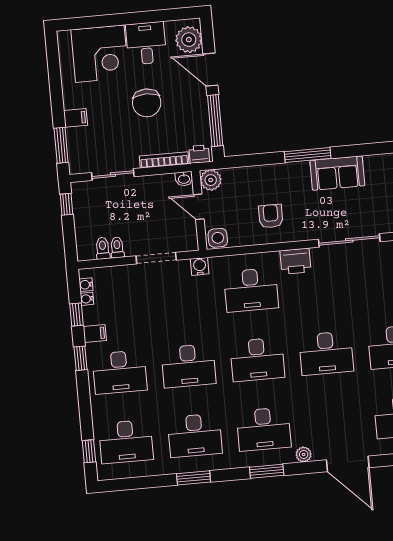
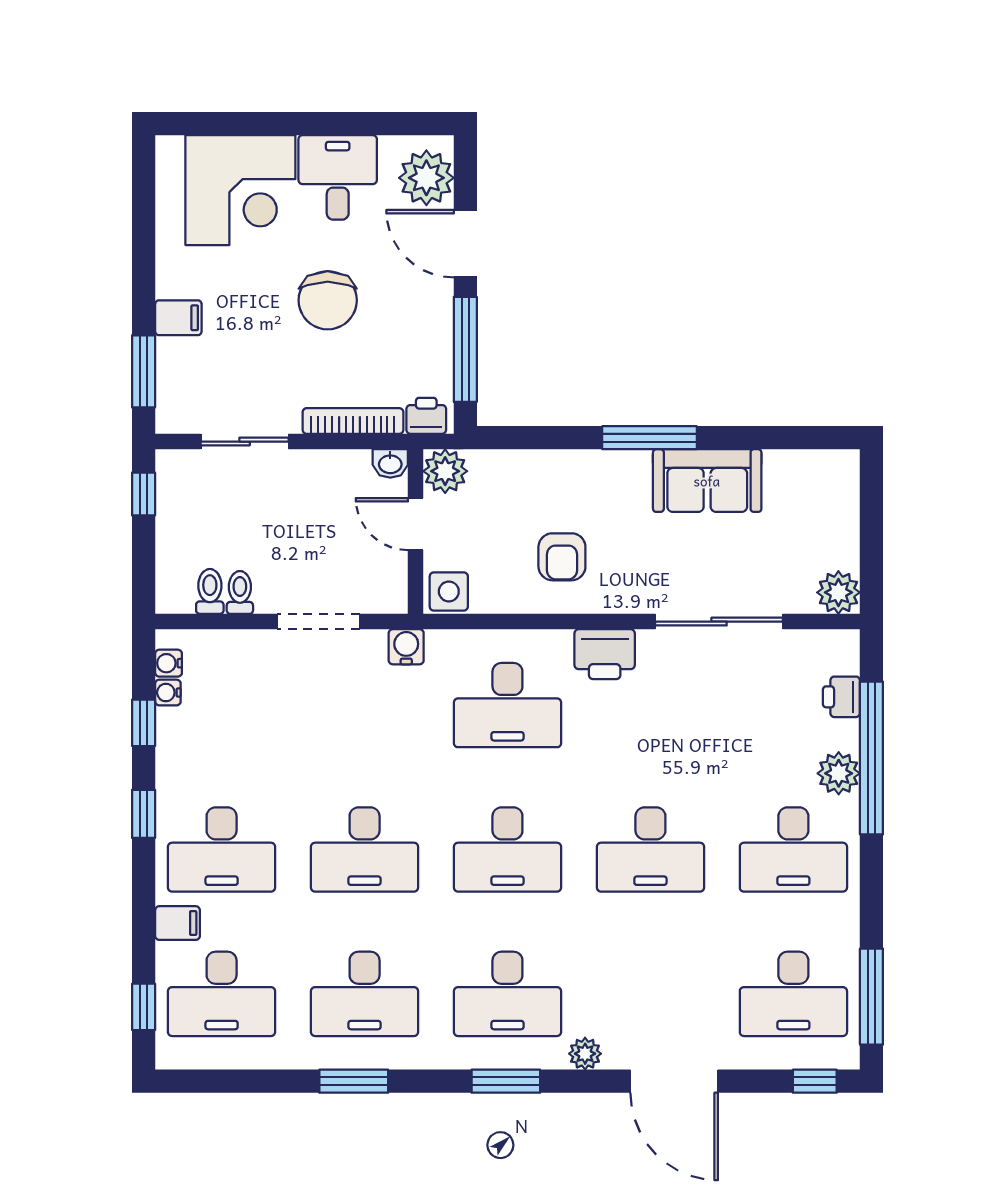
armchair: (271, 216) -> (562, 557), turned 180
filing cabinet: (95, 333) -> (178, 923), moved

